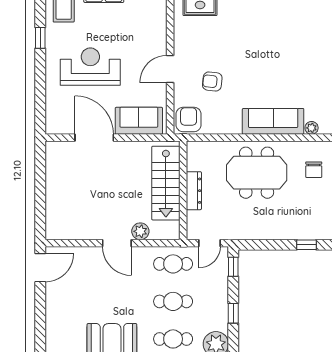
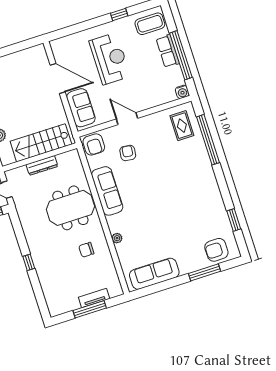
armchair: (189, 119) -> (94, 144), turned 90
sofa: (273, 121) -> (107, 191), moved
door: (94, 138) -> (58, 79), hinge flipped
meeting table: (257, 173) -> (70, 208), turned 90

